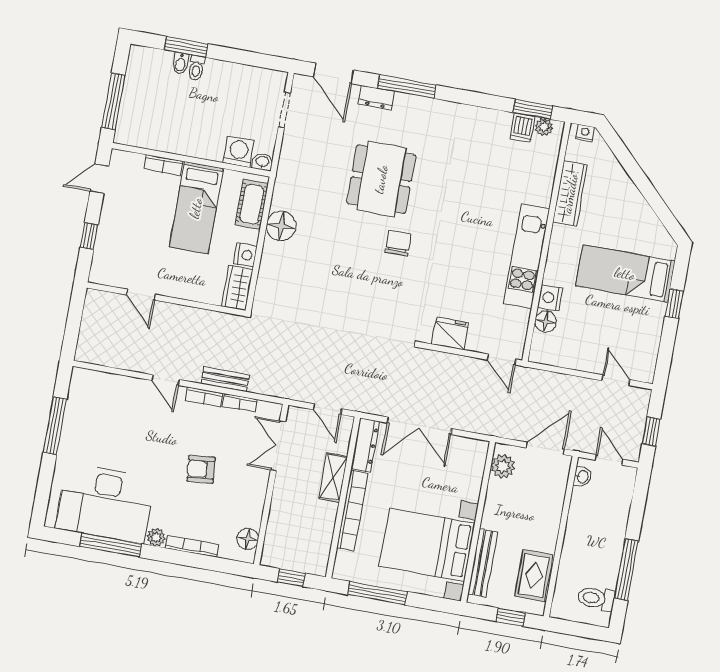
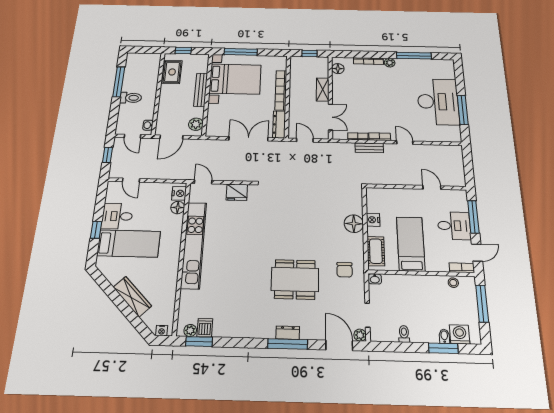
toilet: (196, 68) -> (404, 334), moved
plant: (301, 83) -> (360, 335), added
dresser: (376, 97) -> (288, 333), moved
stool: (147, 138) -> (453, 283), added
washing machine: (239, 152) -> (460, 334), moved, turned 180
bookcase: (163, 165) -> (462, 268), moved
dining table: (381, 179) -> (295, 279), turned 90
wardrobe: (570, 193) -> (132, 297), moved, turned 135
desk: (123, 226) -> (454, 226), added
floor lamp: (281, 226) -> (354, 224), moved
window: (89, 236) -> (473, 217), width x2.17
chair: (398, 243) -> (345, 270), moved
kitchen unit: (526, 256) -> (194, 245), width x1.36
wardrobe: (237, 288) -> (374, 200), removed
nightstand: (550, 298) -> (179, 193), moved
desk: (641, 321) -> (117, 216), added
armchair: (201, 469) -> (372, 99), removed
shelving: (333, 478) -> (323, 90), moved
desk: (105, 503) -> (438, 102), moved, turned 90
bench: (483, 563) -> (201, 90), moved
window: (377, 593) -> (241, 52), moved
toilet: (596, 599) -> (131, 98), moved

